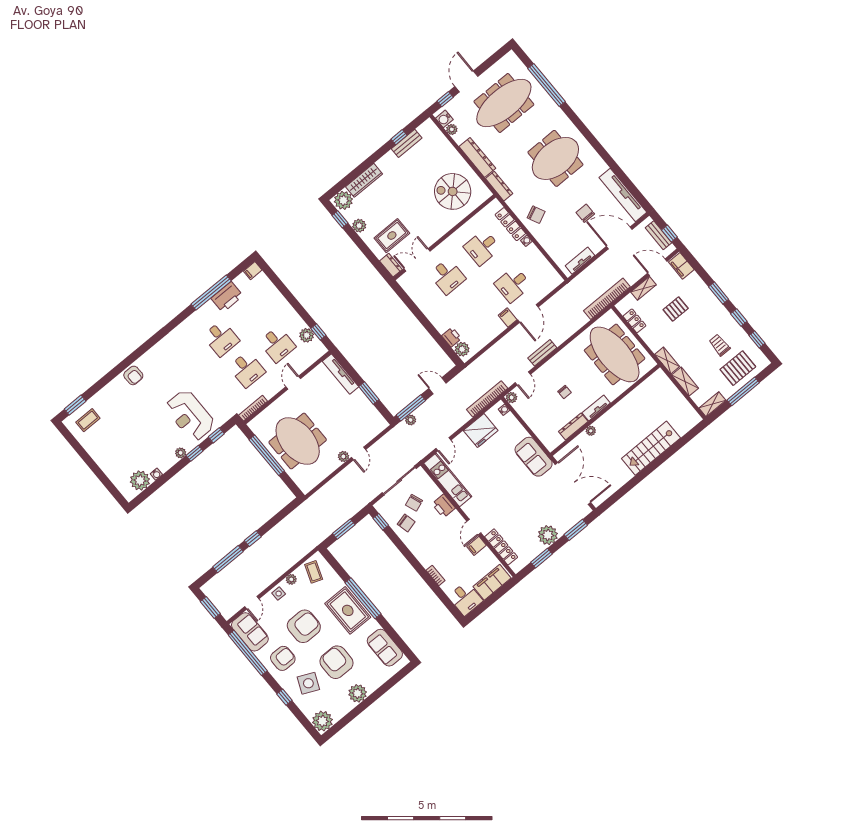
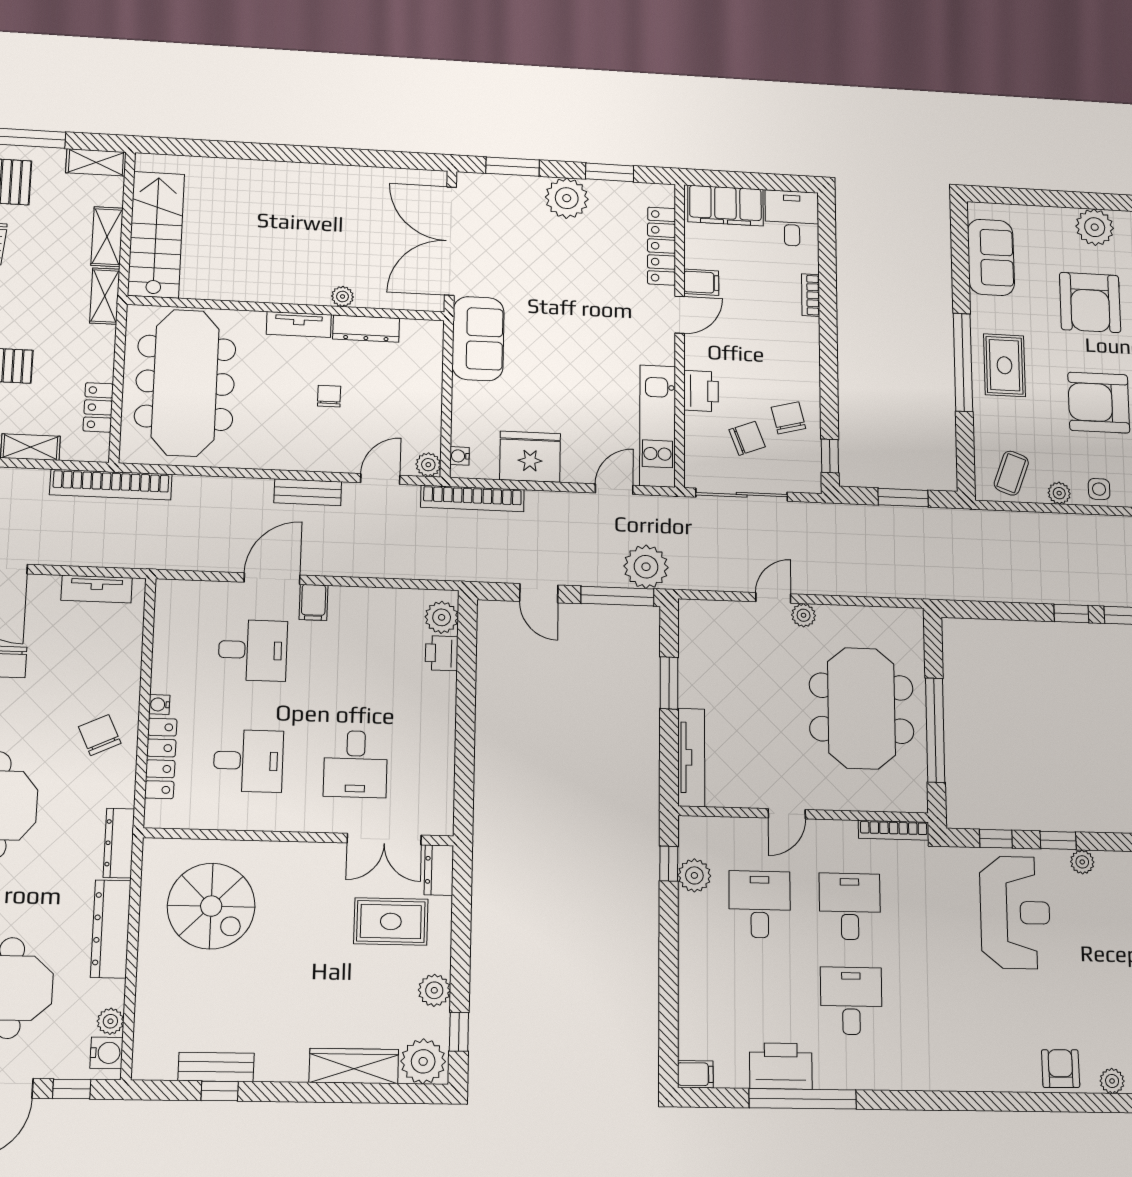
desk: (447, 276) -> (356, 764), turned 180
plant: (113, 386) -> (1112, 1081), added
plant: (411, 420) -> (646, 567), width x1.87, depth x1.87
stairs: (651, 448) -> (156, 235), moved, turned -90
rug: (348, 610) -> (1004, 365), width x0.73, depth x0.70

